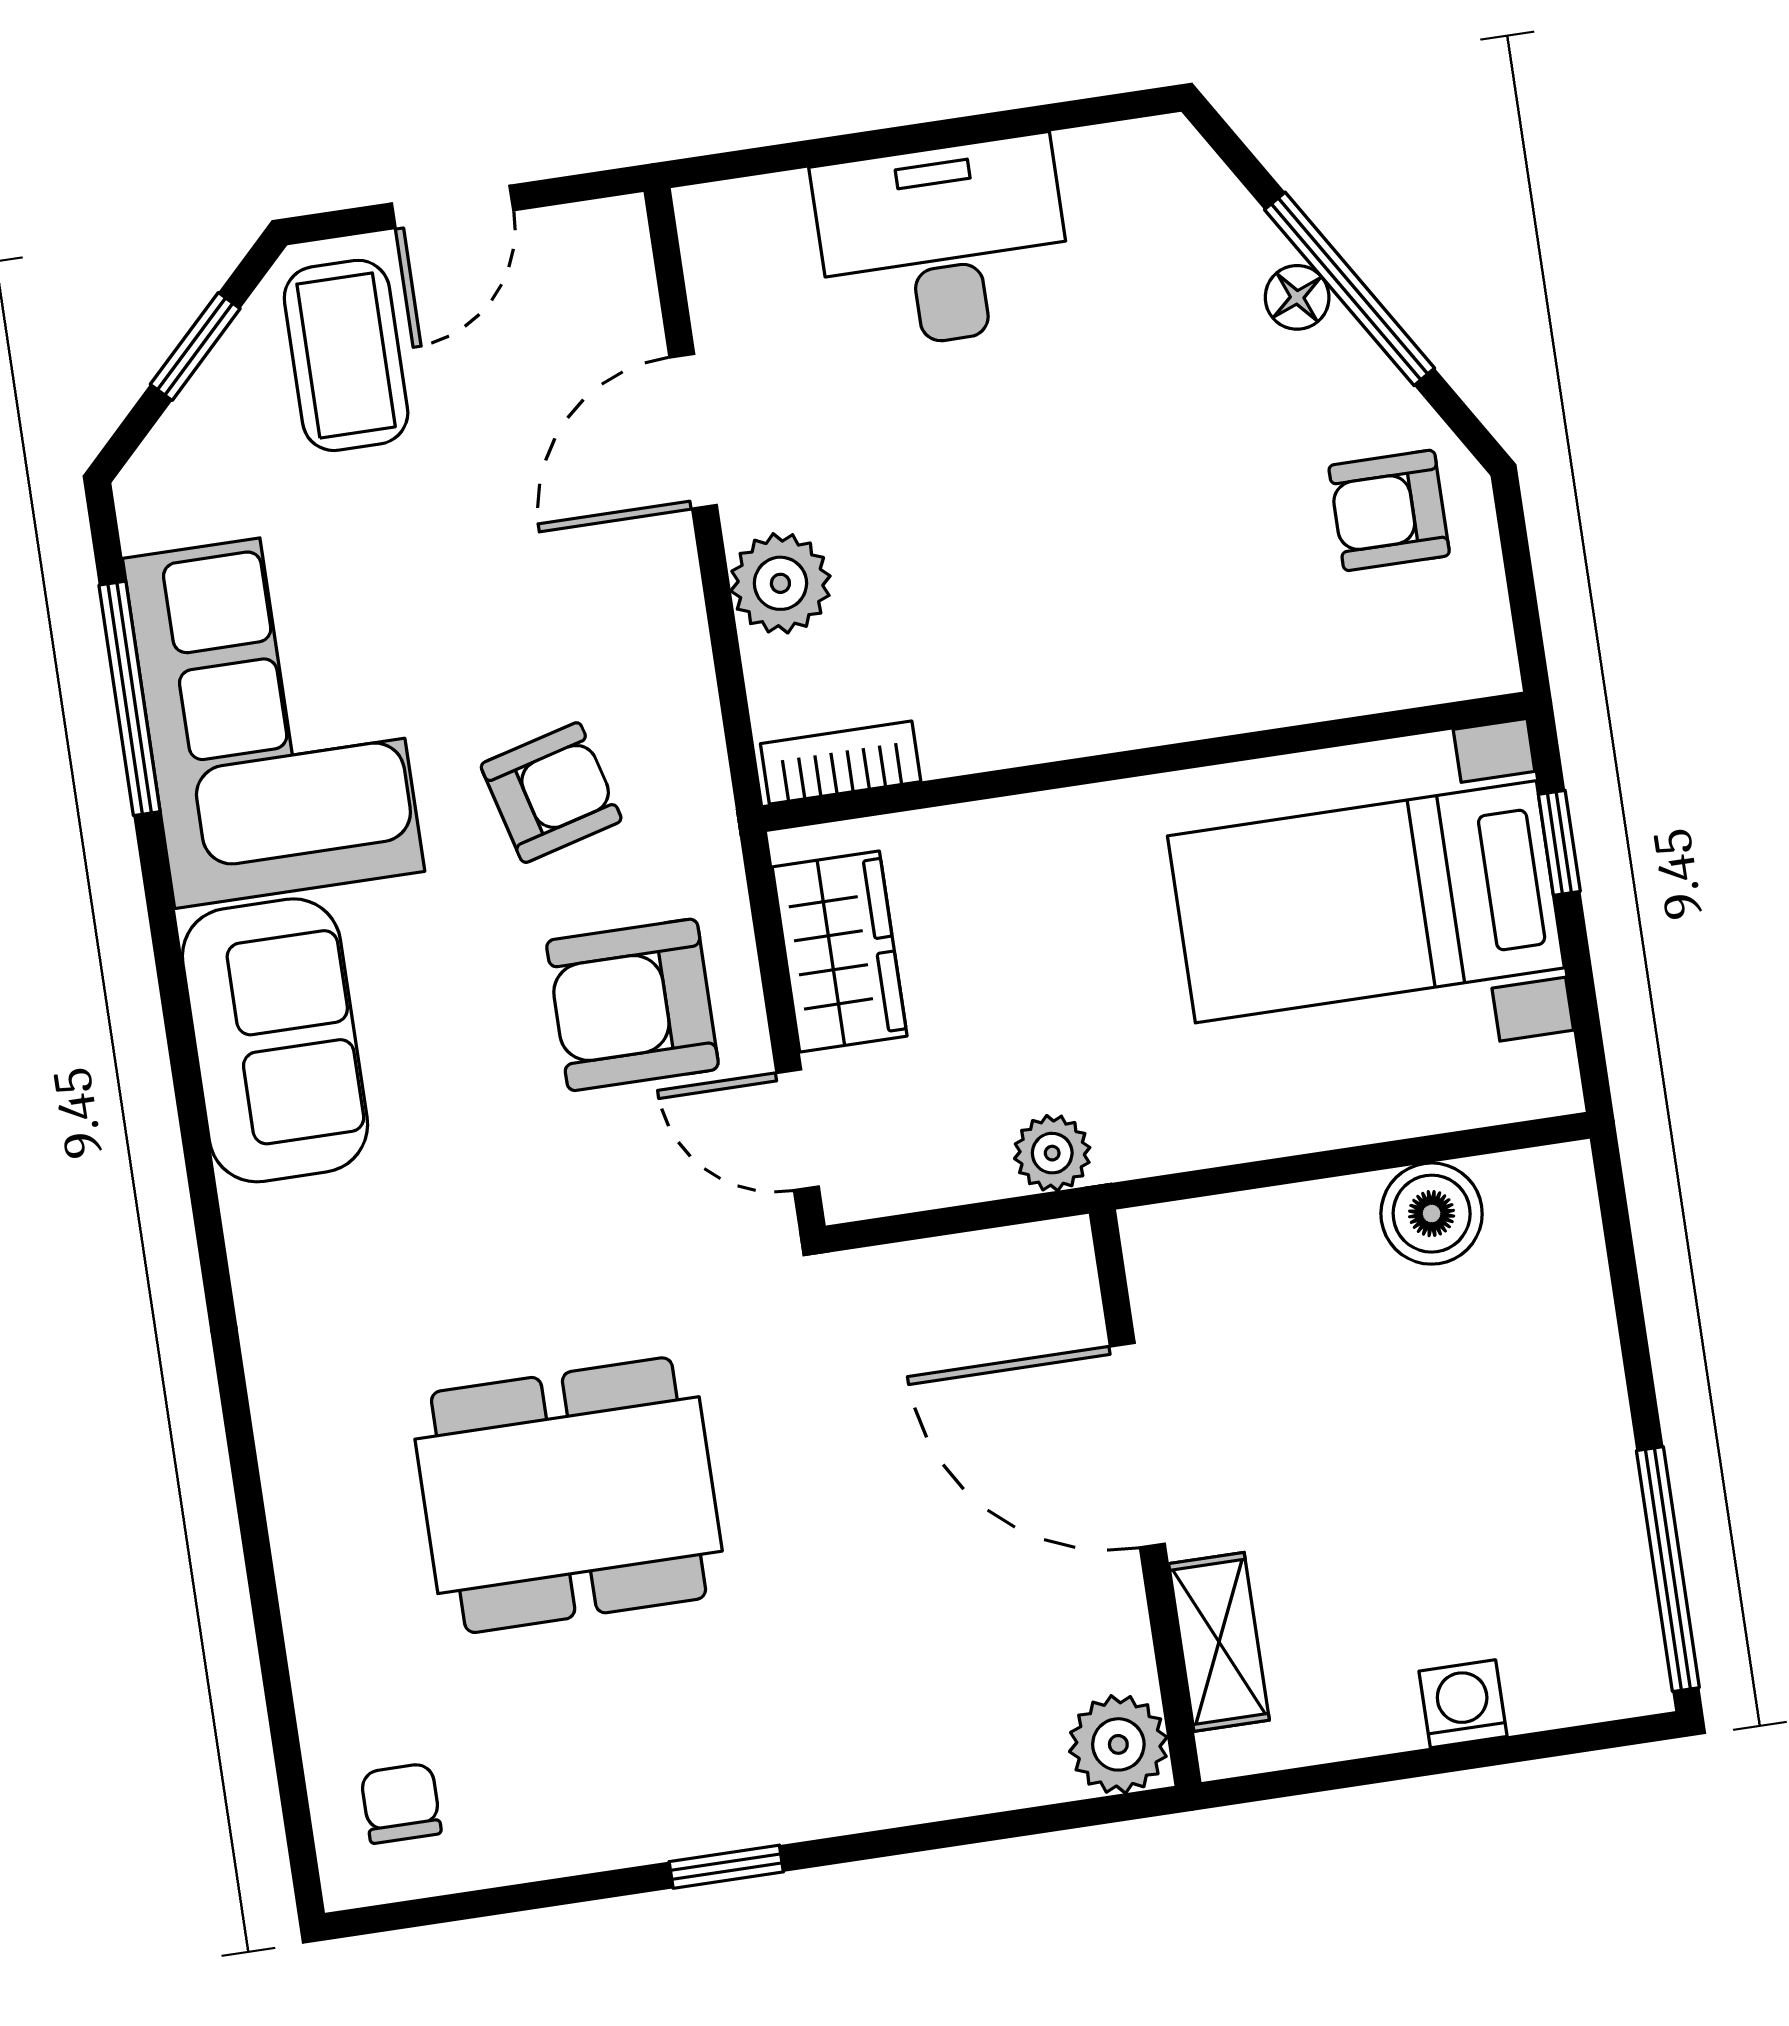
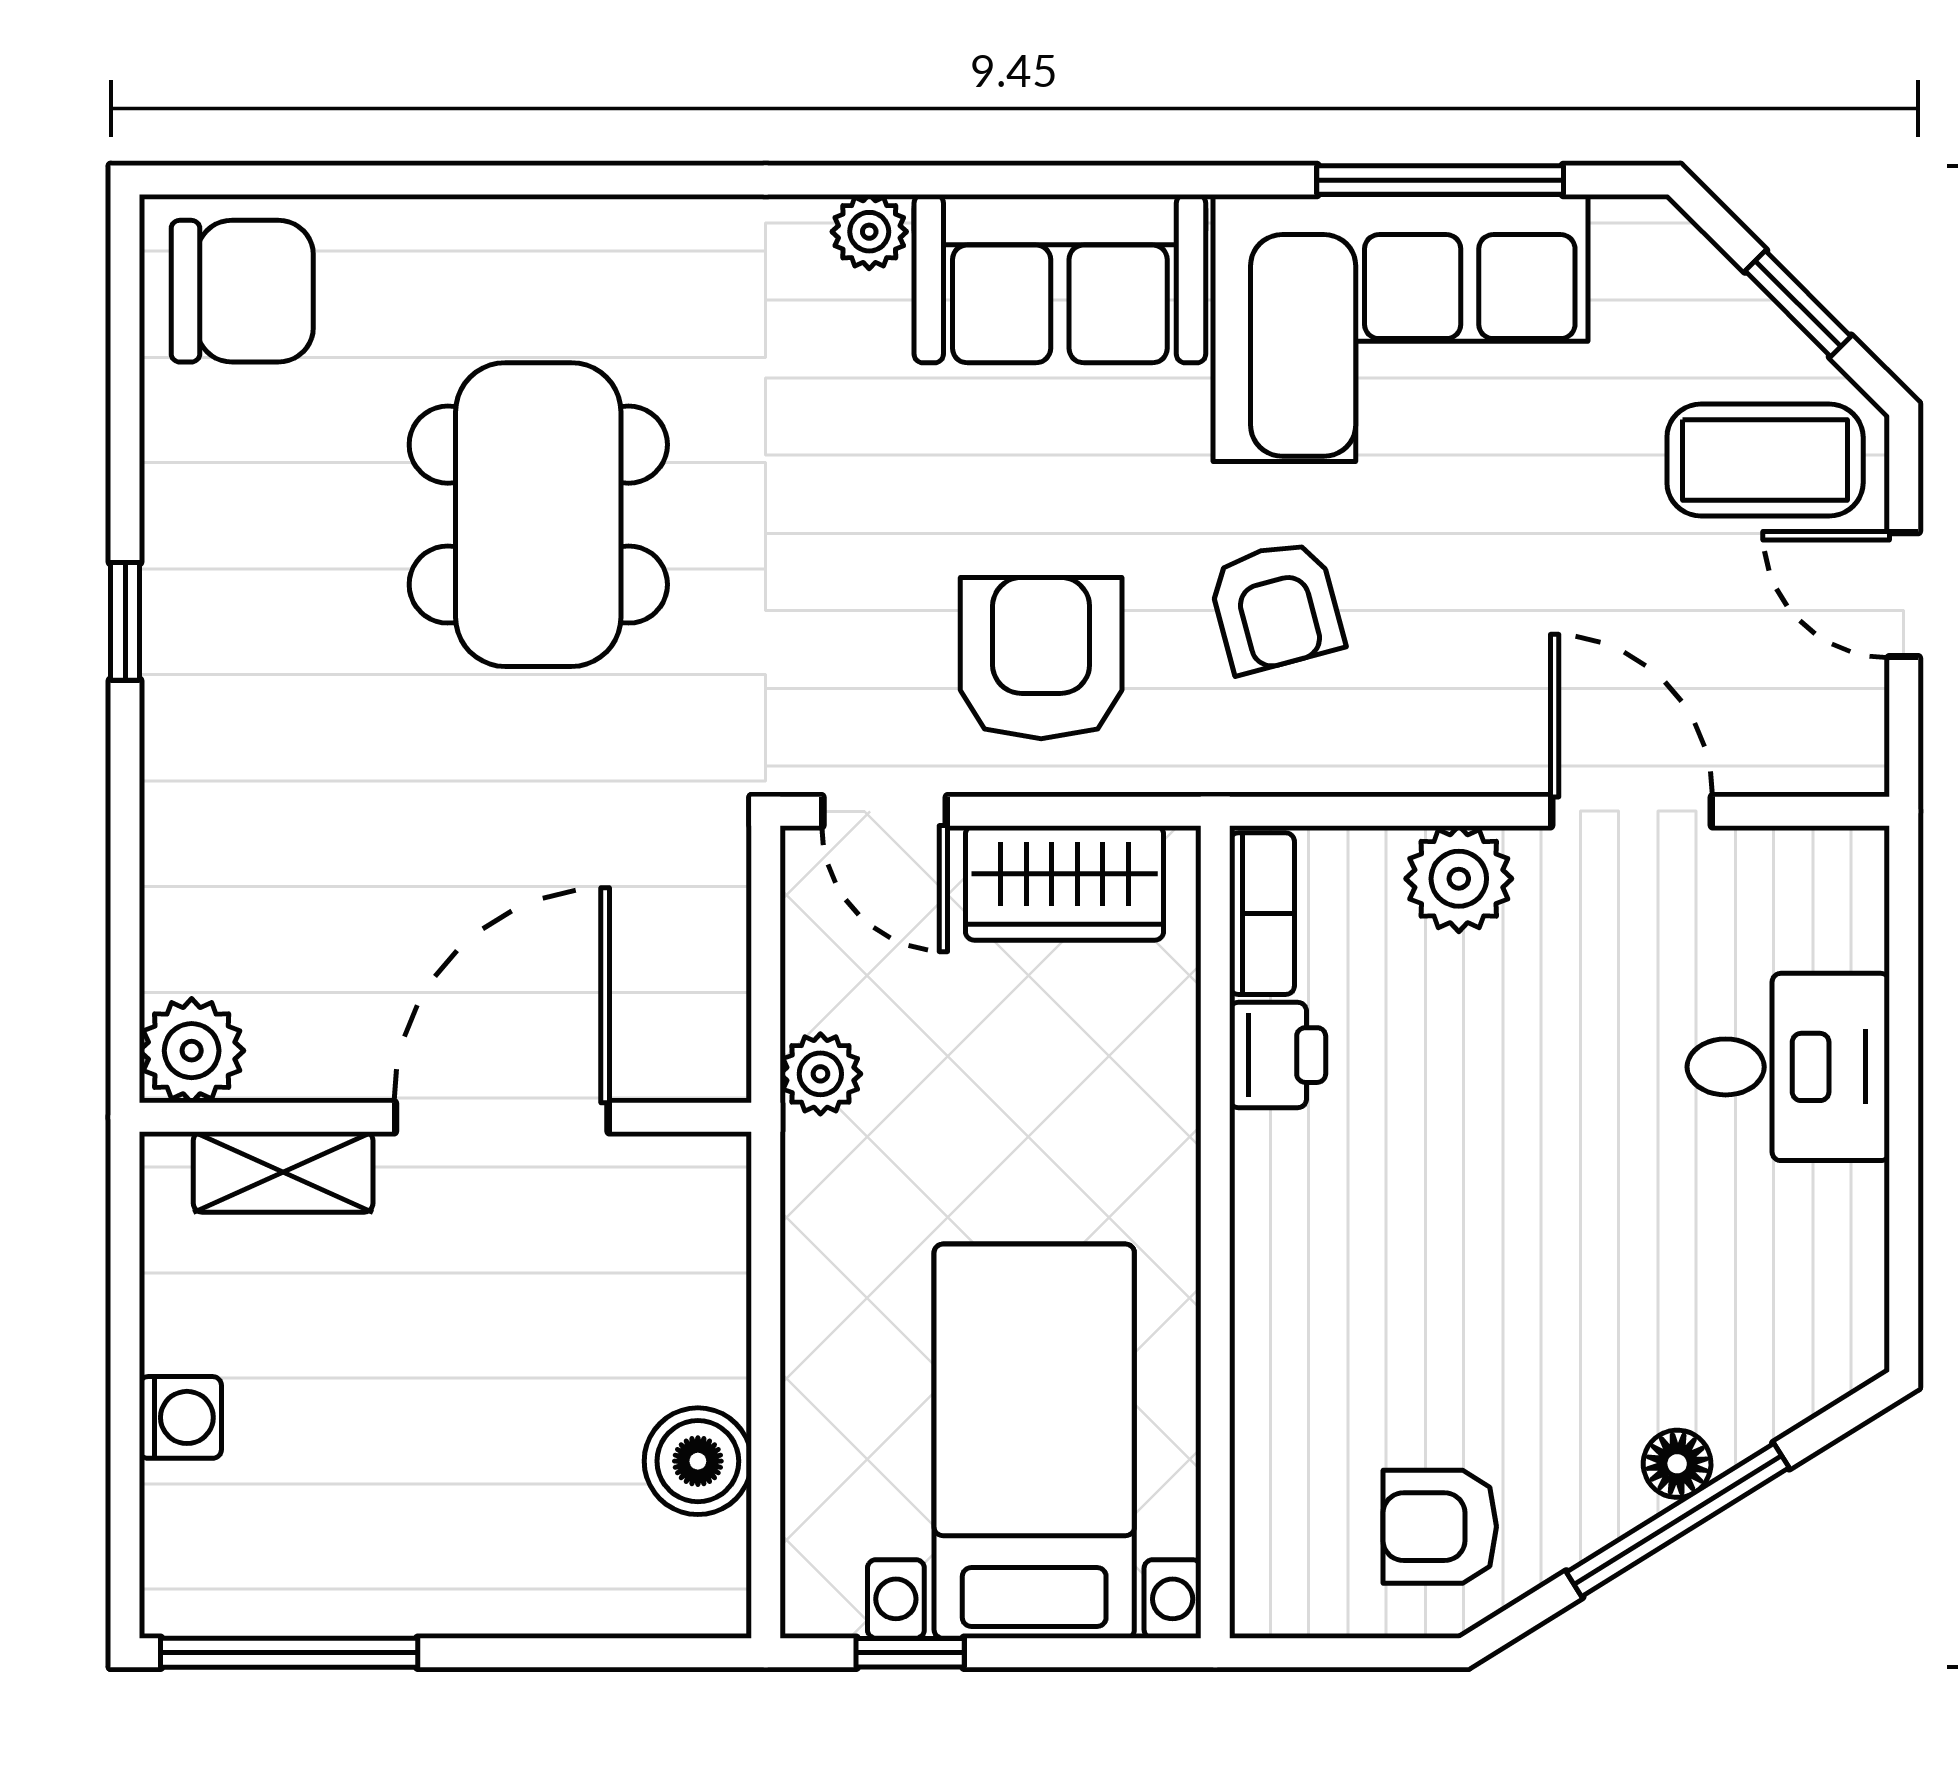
desk: (943, 244) -> (1788, 1067), width x0.73
armchair: (1389, 510) -> (1440, 1527), turned -90
printer: (971, 728) -> (1278, 1055), added
window: (1559, 843) -> (910, 1653), moved
door: (798, 1130) -> (885, 811), swing flipped
plant: (258, 1225) -> (869, 232), added
chair: (401, 1803) -> (242, 291), width x1.87, depth x1.87

